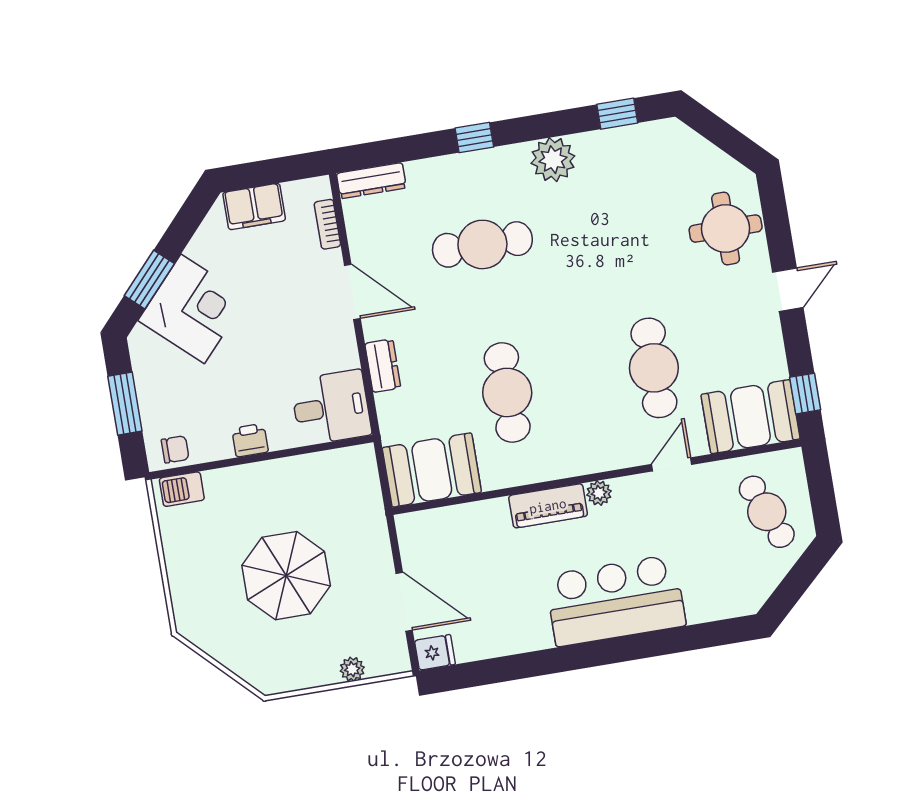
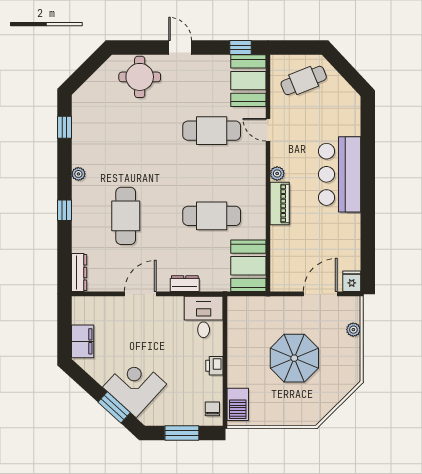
plant: (553, 160) -> (78, 174), width x0.53, depth x0.53
bookcase: (327, 224) -> (100, 302), removed
barbecue: (182, 489) -> (238, 404), width x1.38, depth x1.27

